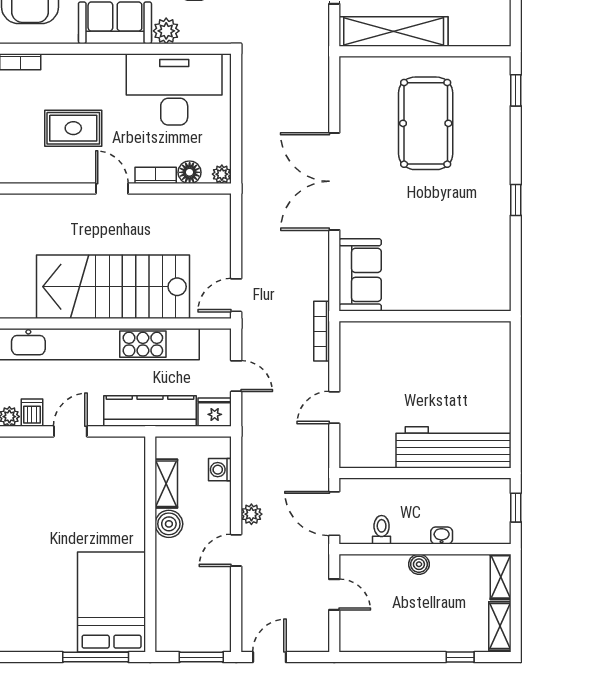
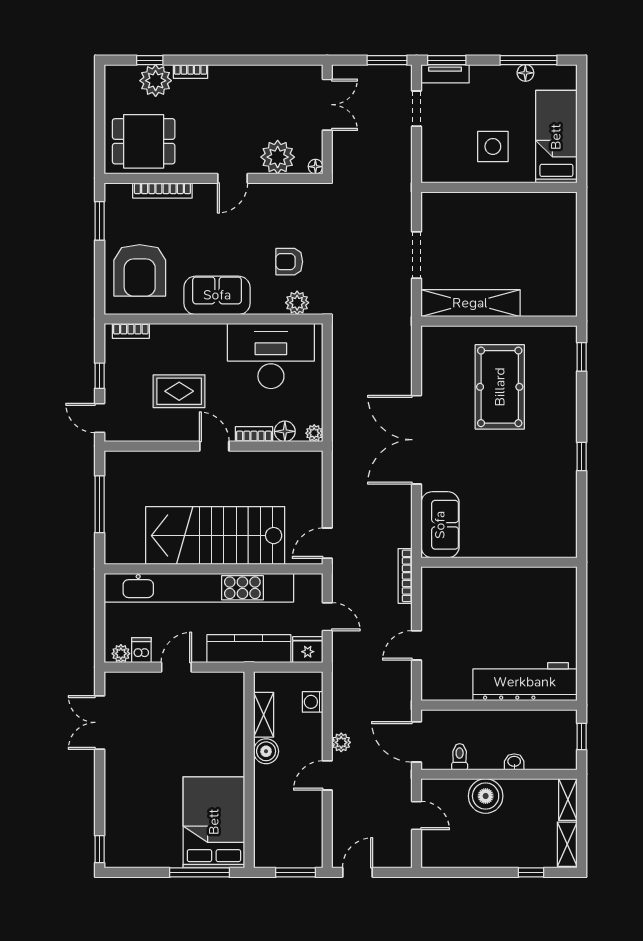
plant: (166, 31) -> (297, 303), moved
boiler: (419, 564) -> (486, 796), width x1.86, depth x1.86

